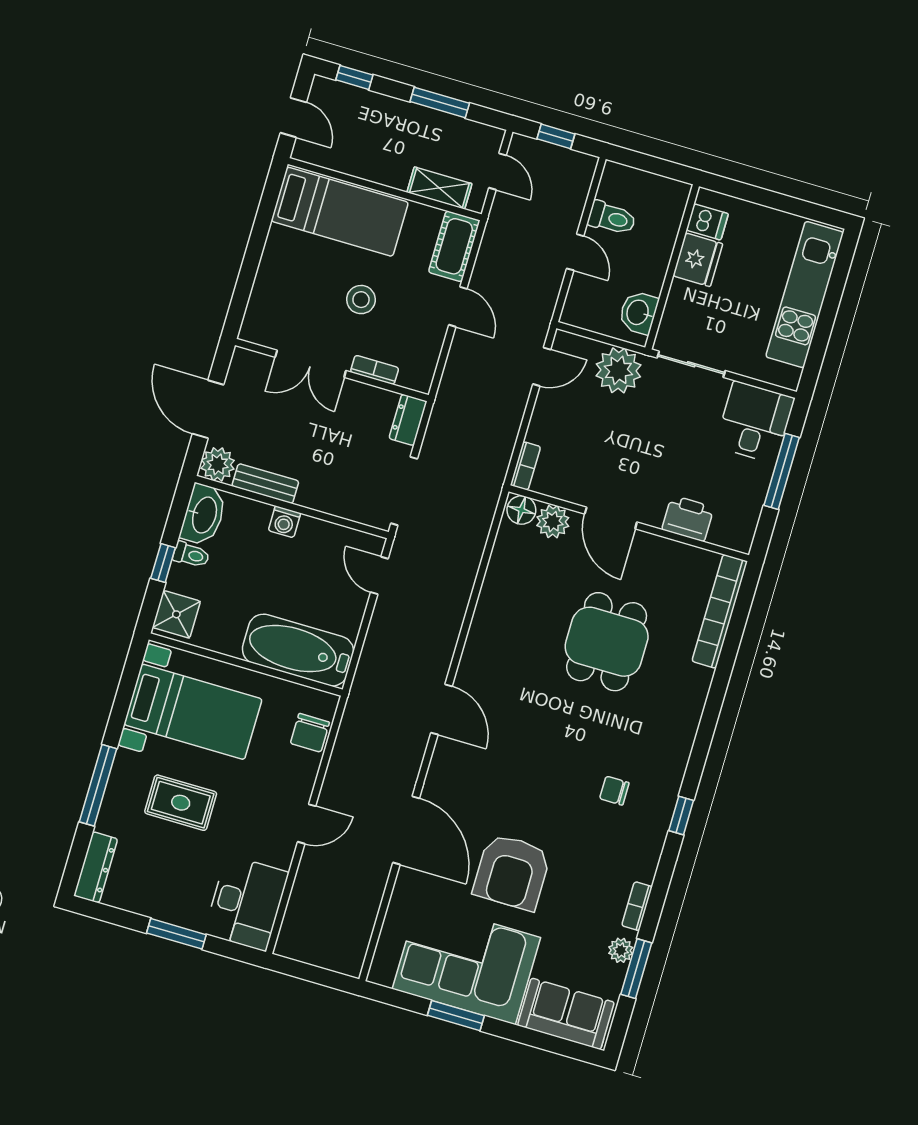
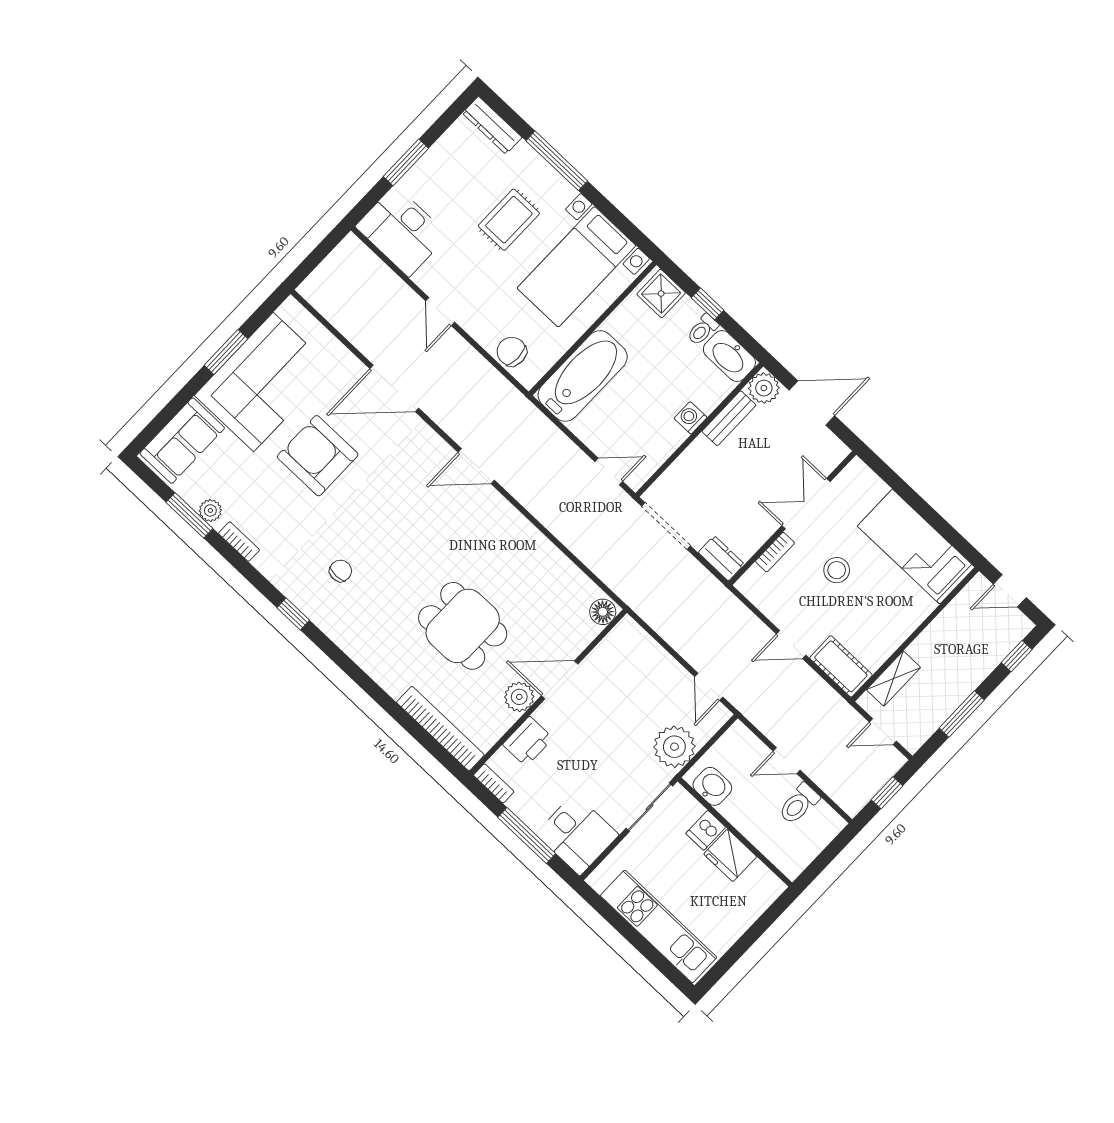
bed: (340, 212) -> (916, 547), moved, turned 90
dishwasher: (707, 222) -> (706, 830), moved
bookcase: (525, 466) -> (494, 783), moved, turned 180
plant: (553, 522) -> (519, 697), moved

